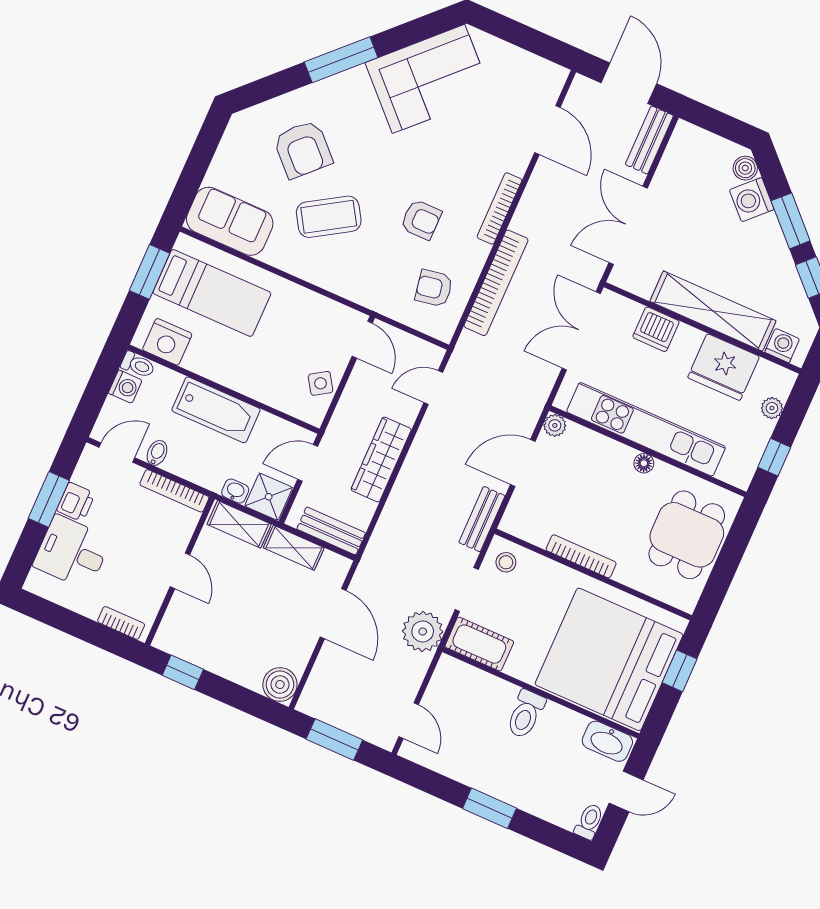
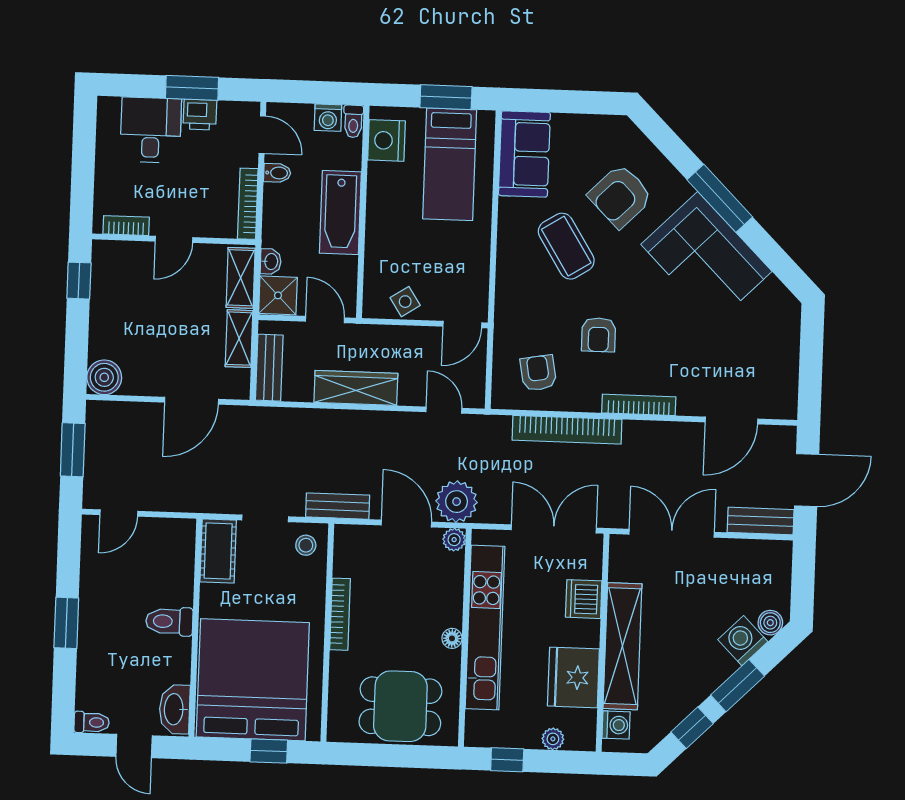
corner sofa: (429, 79) -> (706, 258), moved
bookcase: (121, 623) -> (126, 226), moved, turned -90
plant: (423, 631) -> (457, 502), moved

